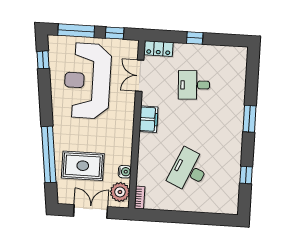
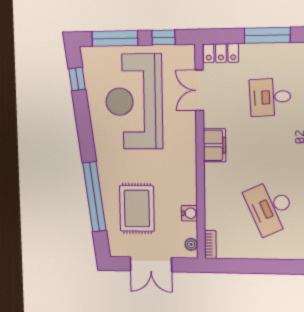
window: (195, 38) -> (267, 35), width x2.17
rug: (83, 166) -> (137, 208), turned 90
desk: (189, 170) -> (270, 207), turned -48
plant: (120, 192) -> (191, 244), width x0.53, depth x0.53
double door: (91, 211) -> (151, 264), swing flipped

